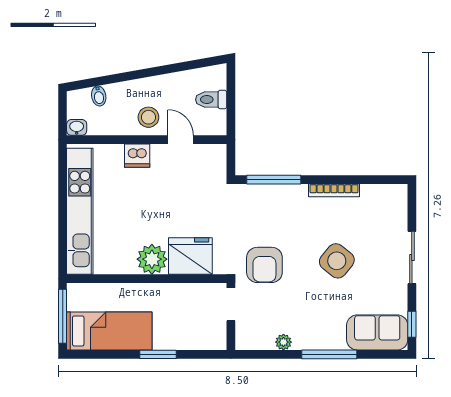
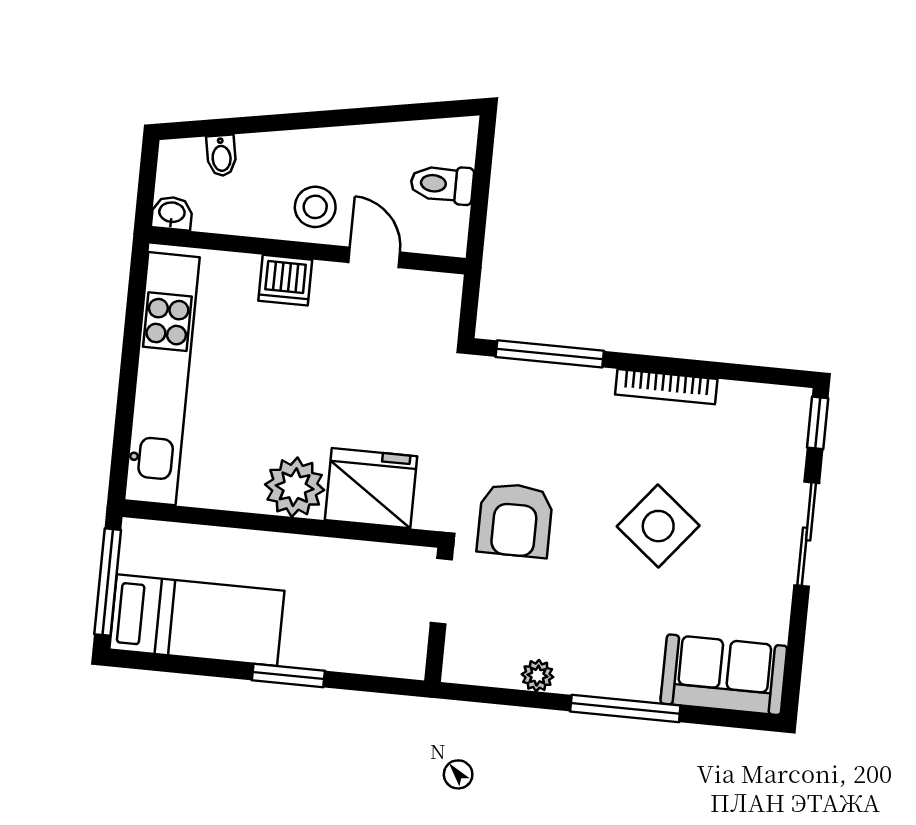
window: (412, 324) -> (818, 423), moved

